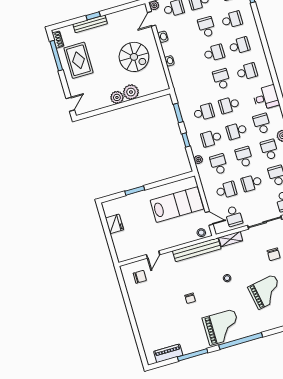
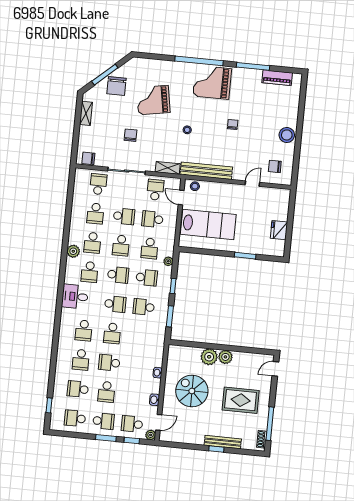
school desk: (239, 46) -> (81, 360), turned -90
rug: (78, 60) -> (241, 400), moved, turned 90
school desk: (247, 72) -> (84, 330), turned -90
lab bench: (177, 205) -> (208, 224), turned 180
stool: (140, 308) -> (287, 135), added

